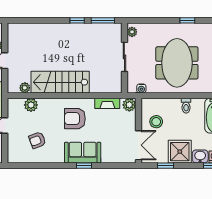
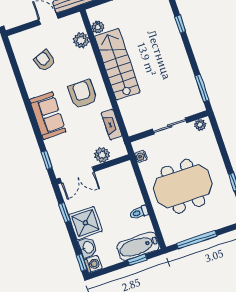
window: (77, 20) -> (180, 24), moved
plant: (129, 105) -> (102, 155), moved
stool: (156, 122) -> (110, 186), removed
window: (84, 166) -> (47, 160), moved

